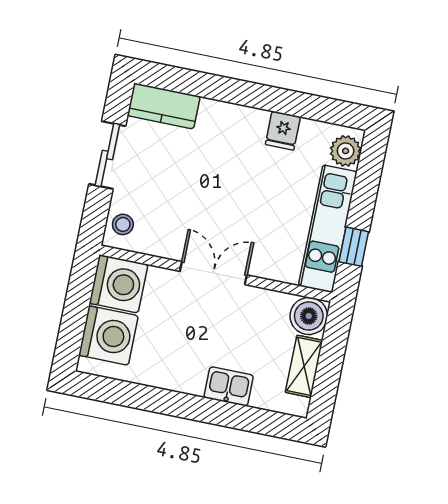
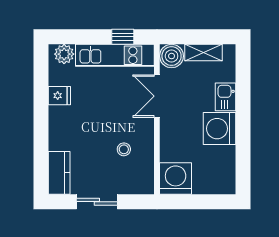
stool: (123, 224) -> (124, 149), moved
double door: (213, 273) -> (157, 96), moved
washing machine: (108, 335) -> (220, 129), moved, turned -90

